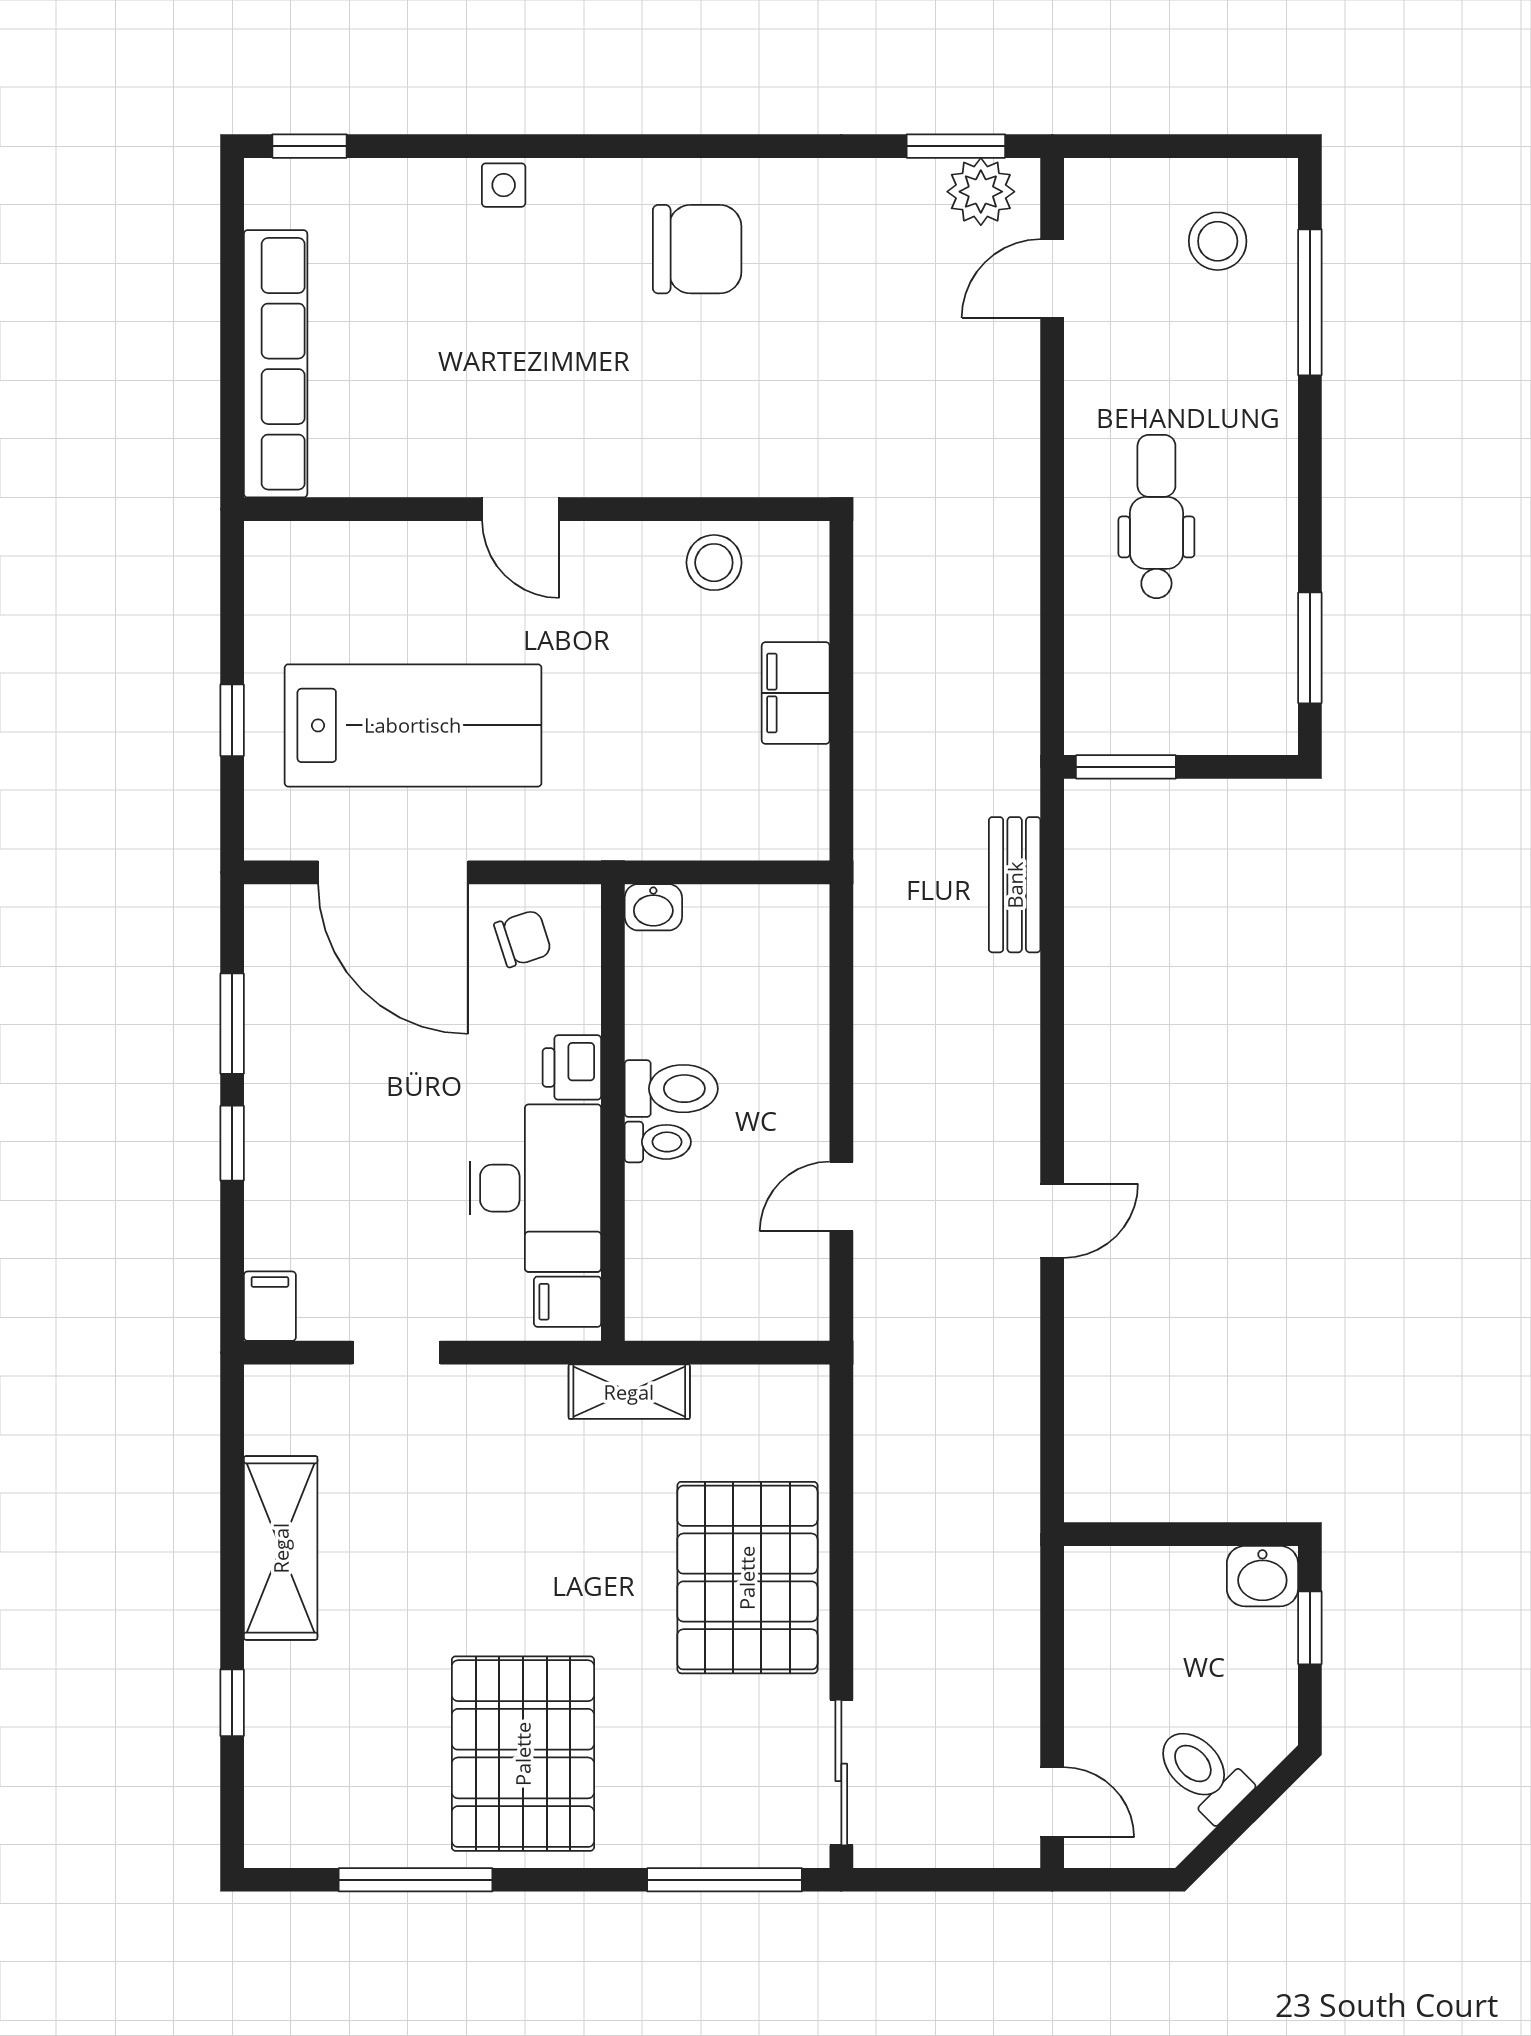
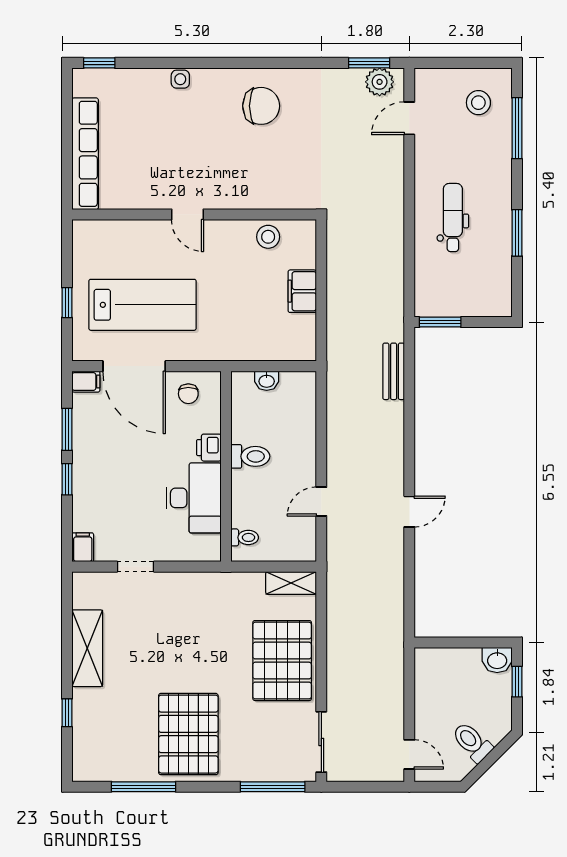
window: (1310, 648) -> (517, 233), moved
washbasin: (653, 907) -> (267, 381), moved
chair: (523, 939) -> (188, 394), turned 108
toilet: (658, 1142) -> (245, 537), moved
filing cabinet: (568, 1302) -> (86, 382), moved, turned 180
shelving: (629, 1392) -> (291, 583), moved

